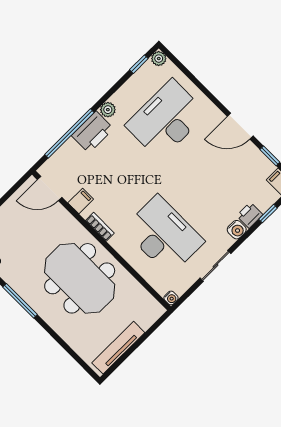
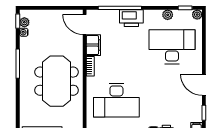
plant: (108, 110) -> (168, 15), moved
filing cabinet: (81, 201) -> (93, 45), width x2.00
desk: (164, 235) -> (116, 100), turned 90

